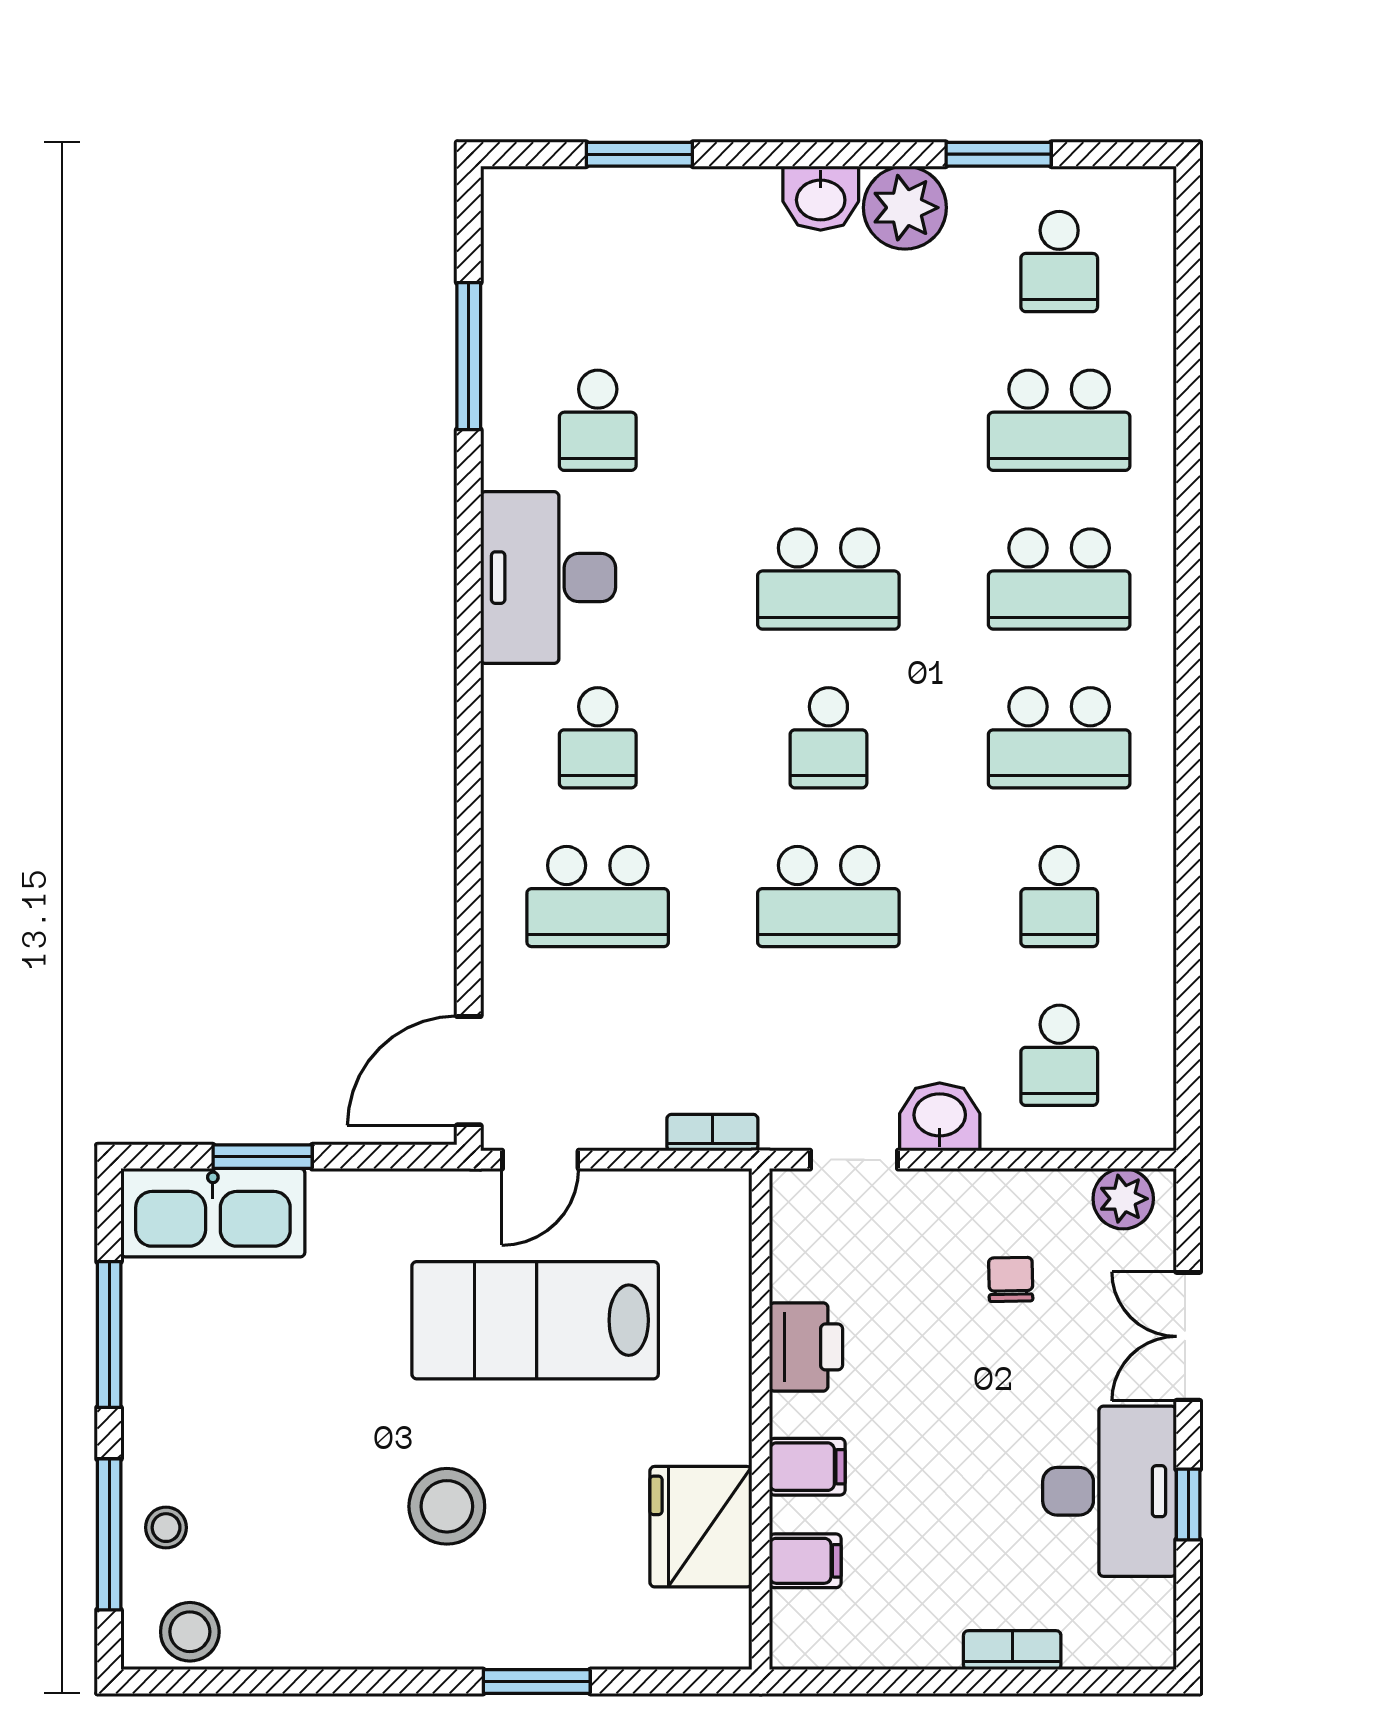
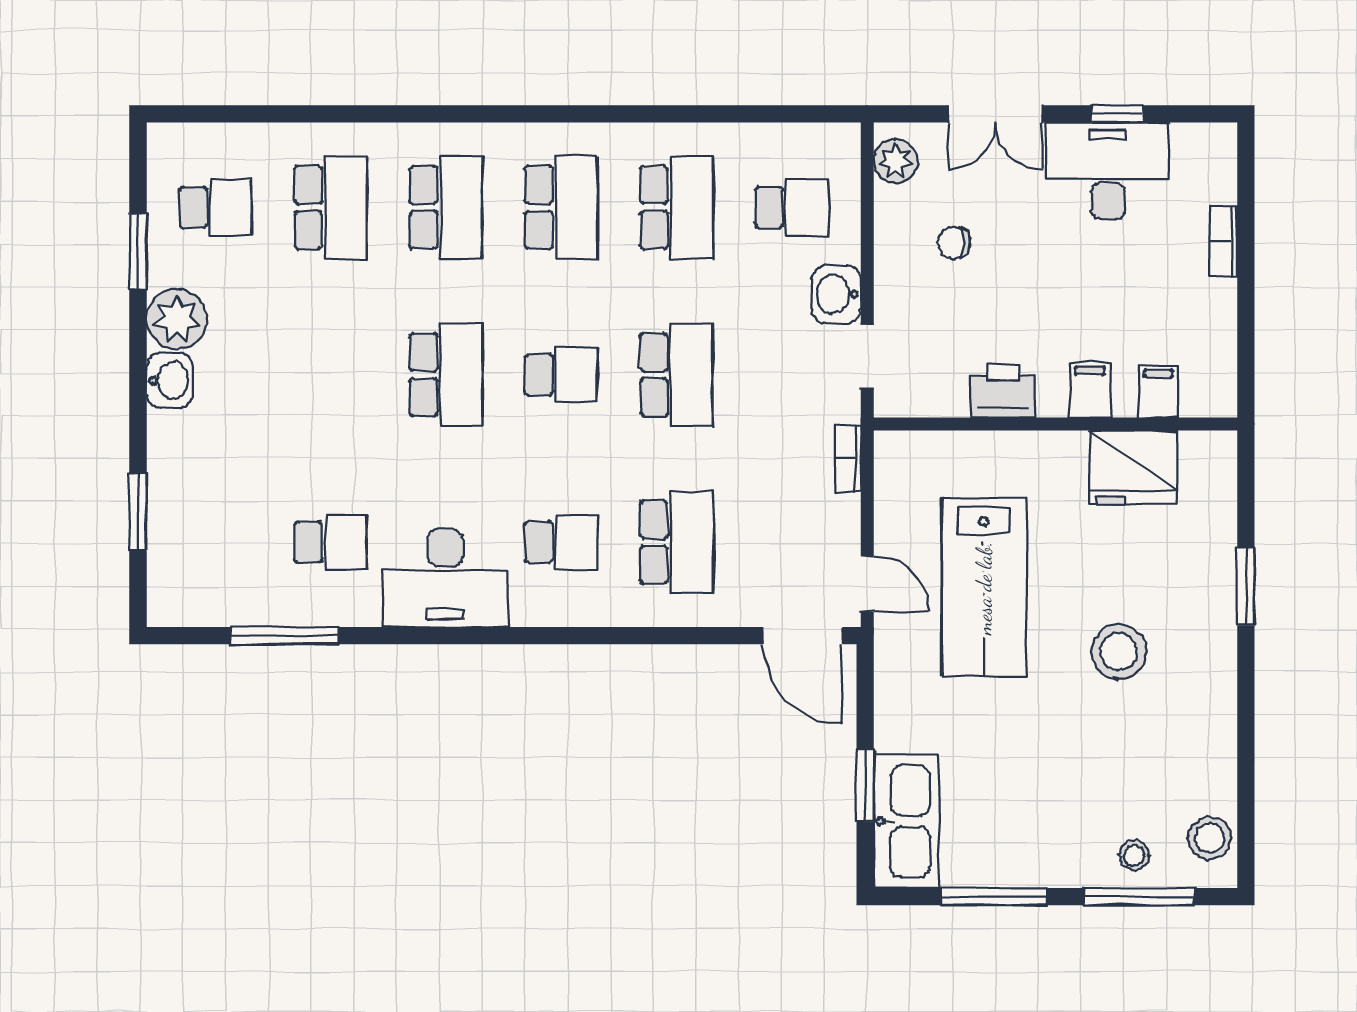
school desk: (1059, 897) -> (676, 207), width x1.85

